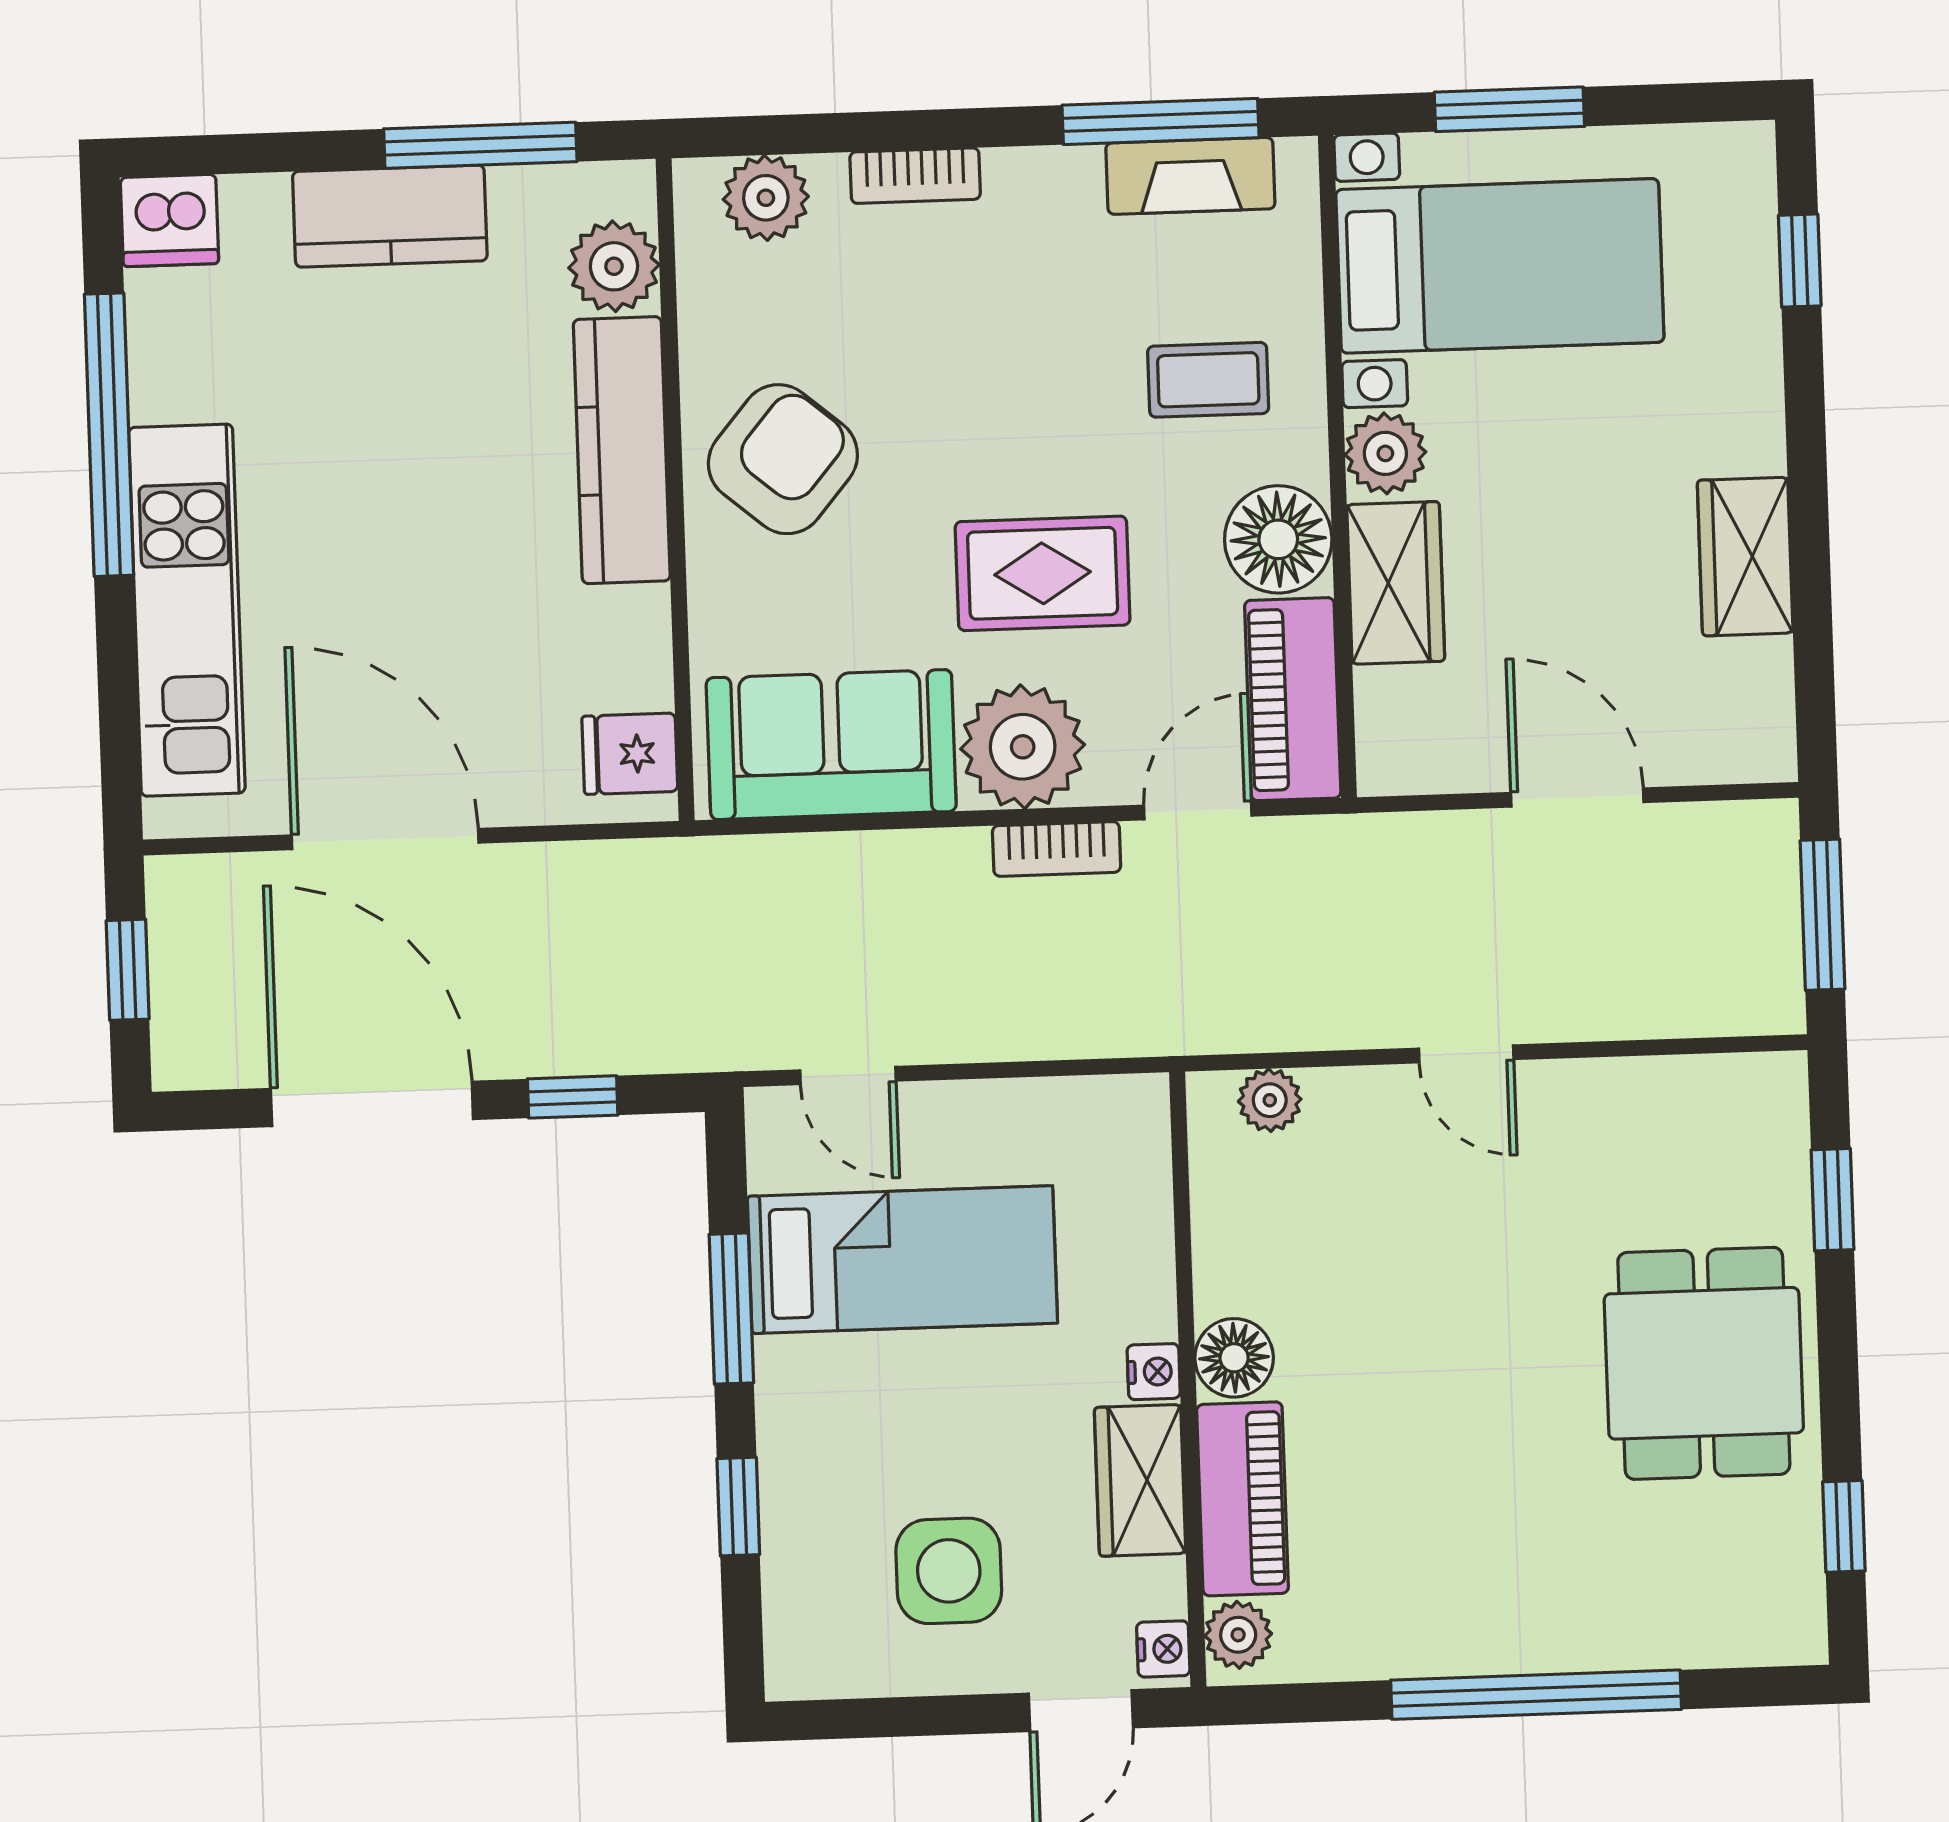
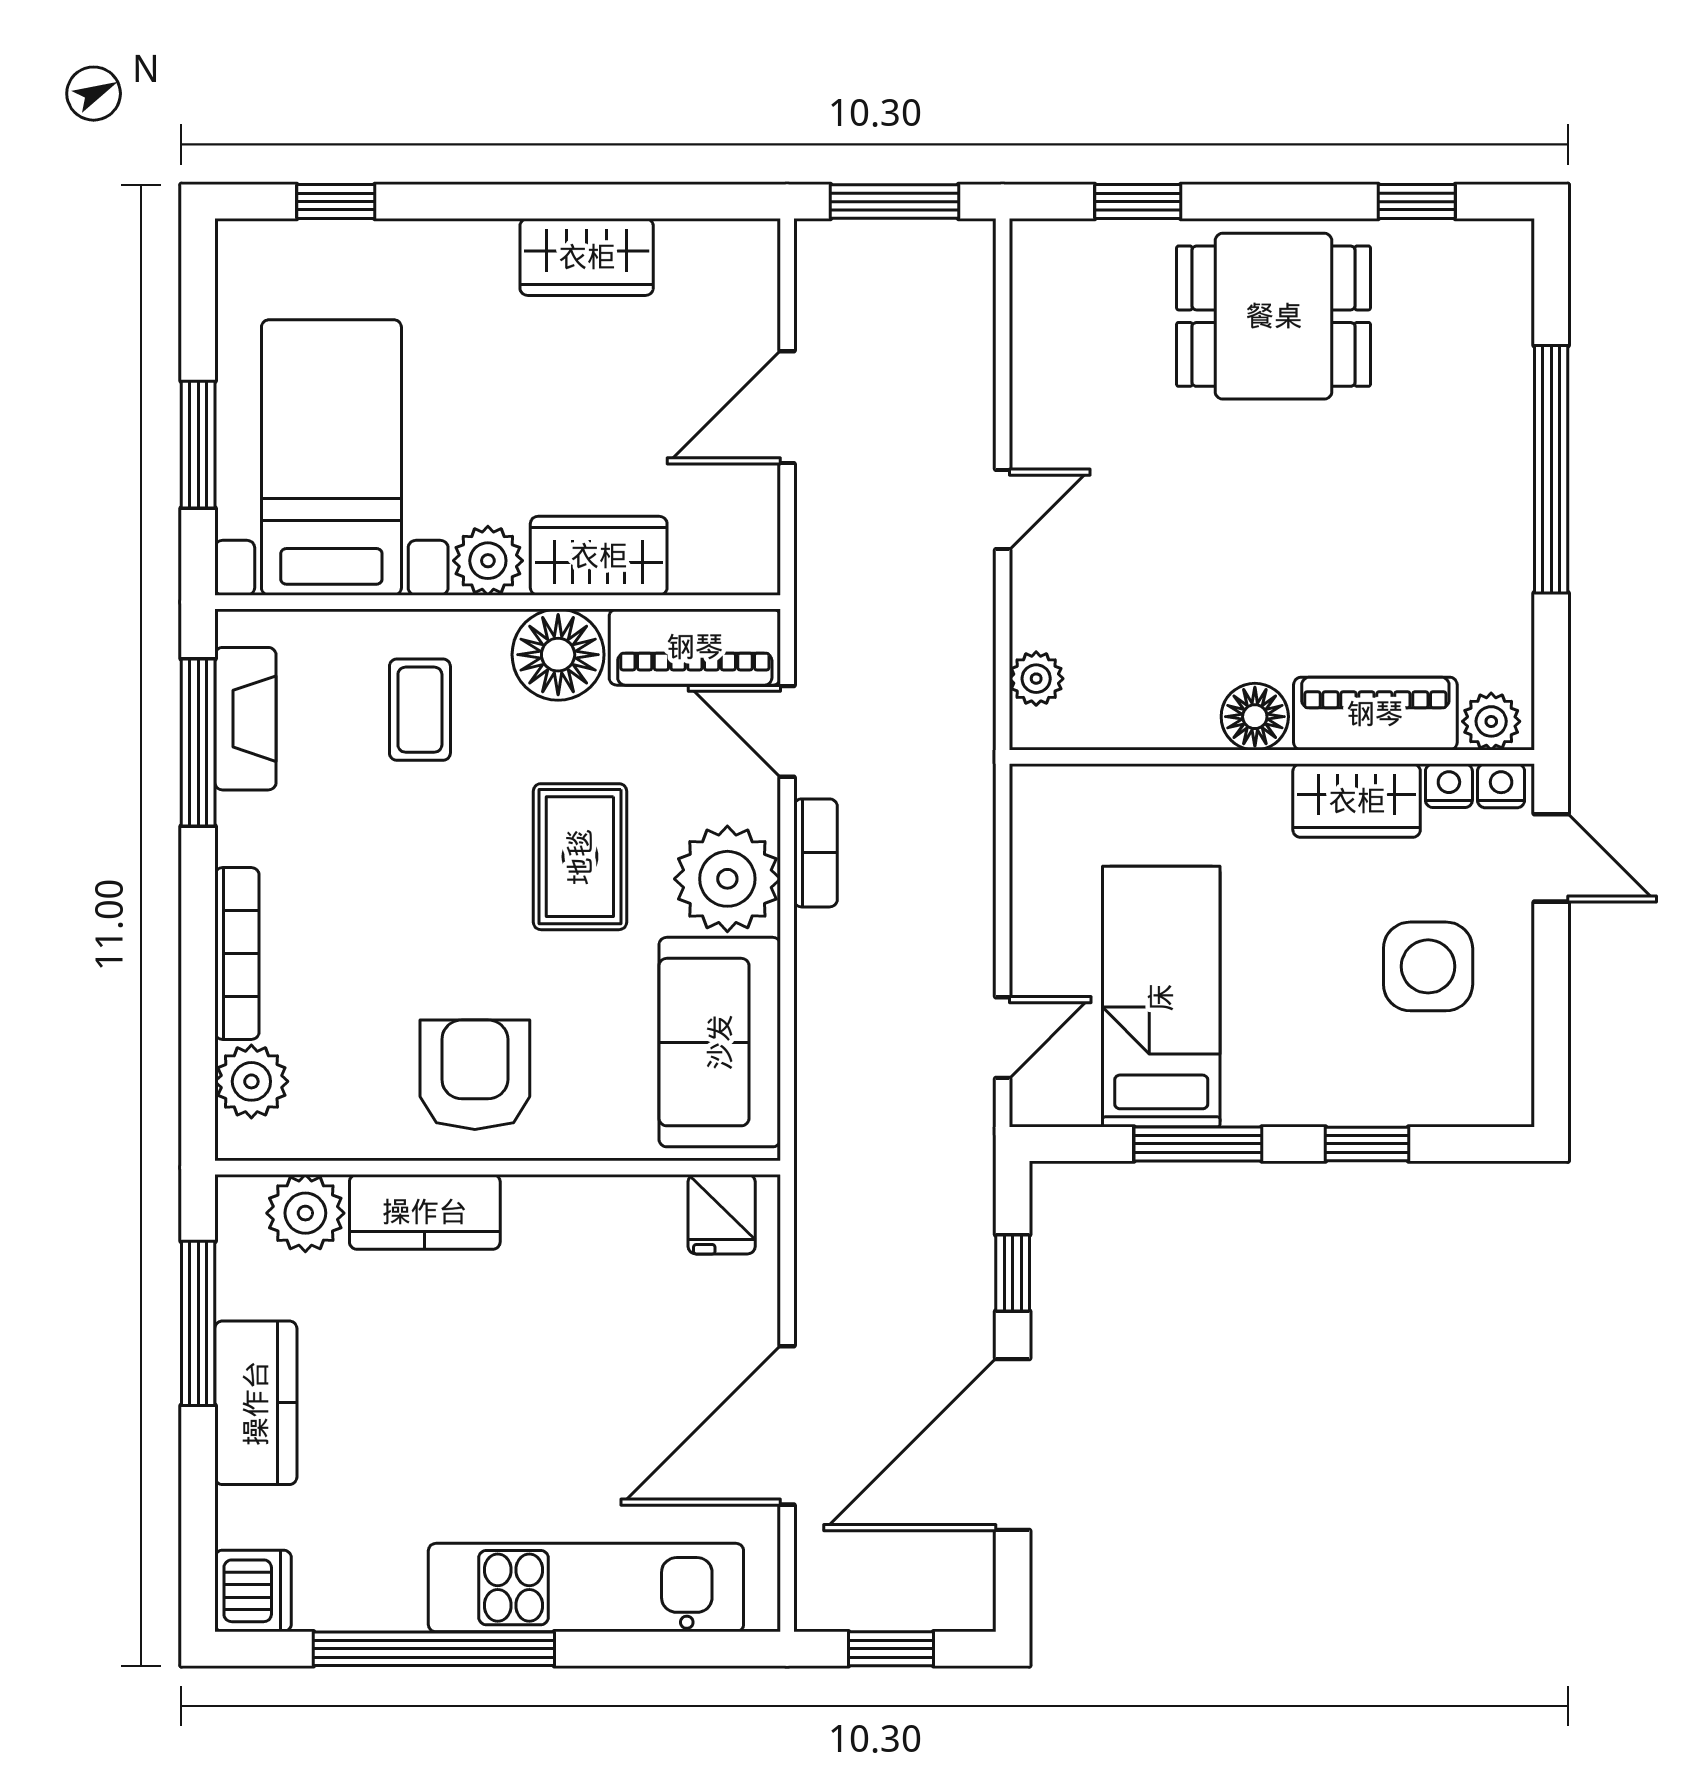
bookcase: (915, 176) -> (237, 954), width x1.56
kitchen counter: (622, 450) -> (425, 1212), width x0.67
armchair: (783, 459) -> (475, 1075), turned 50
nightstand: (1154, 1372) -> (1449, 786), moved

